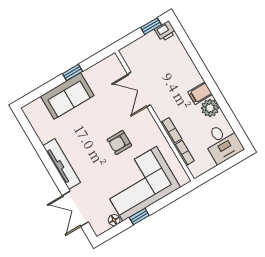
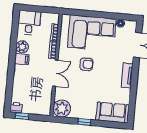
plant: (111, 69) -> (62, 108), added
double door: (139, 90) -> (55, 73), moved
sofa: (67, 96) -> (112, 113), moved
tv unit: (62, 164) -> (127, 75), width x0.71
window: (139, 217) -> (105, 15), removed

